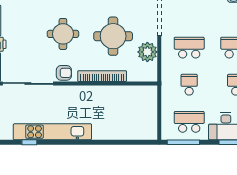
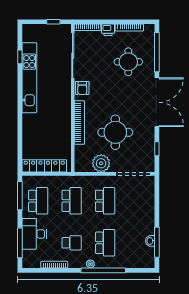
round table: (63, 34) -> (128, 62), moved
school desk: (189, 85) -> (72, 201), width x1.85
locker: (150, 115) -> (44, 166), added

